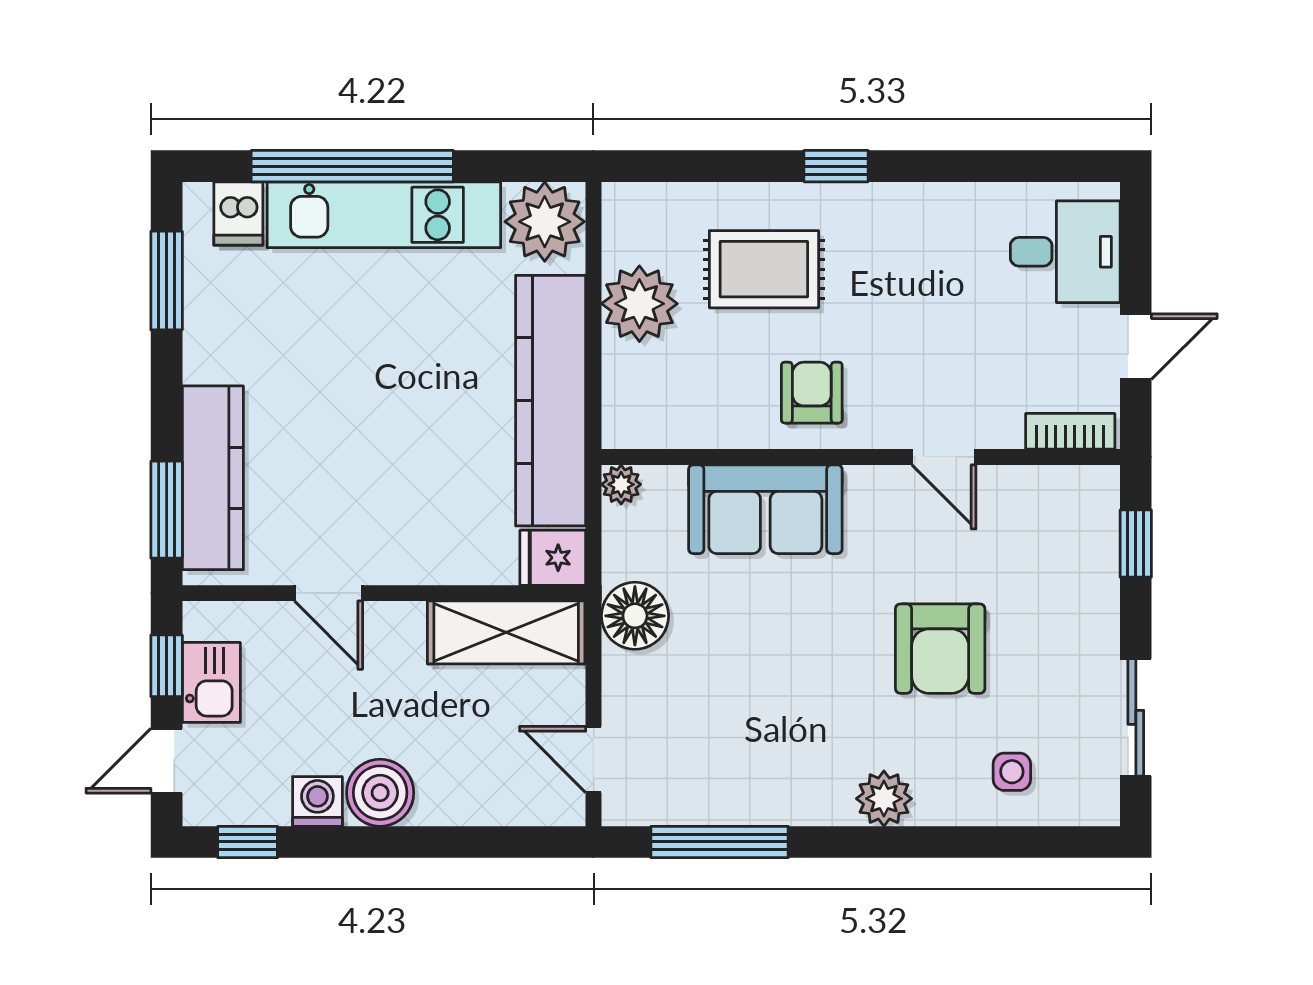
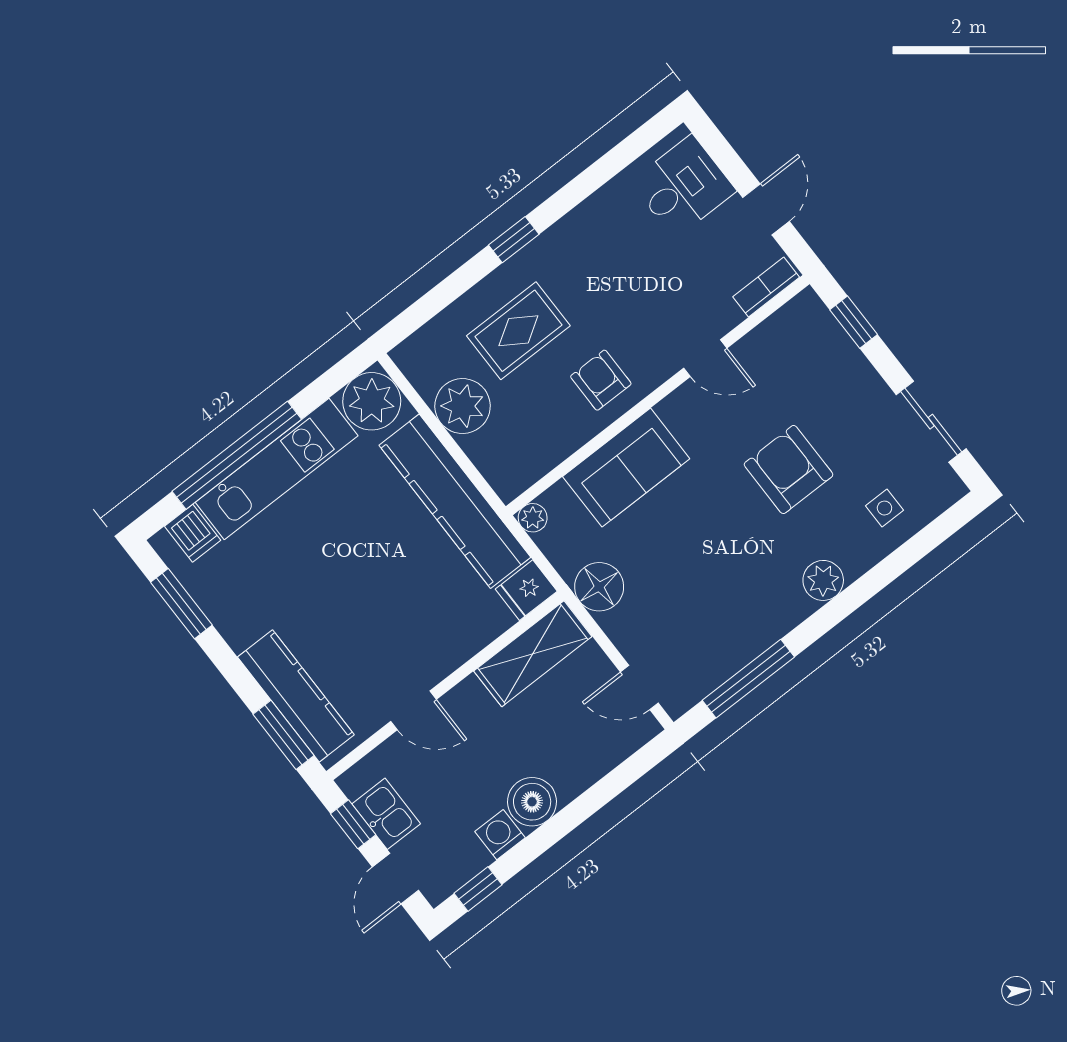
armchair: (940, 649) -> (789, 470), turned 180

